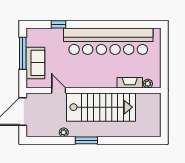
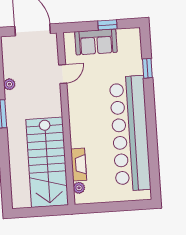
window: (23, 53) -> (107, 25), width x0.46
stairs: (101, 107) -> (47, 162), moved

